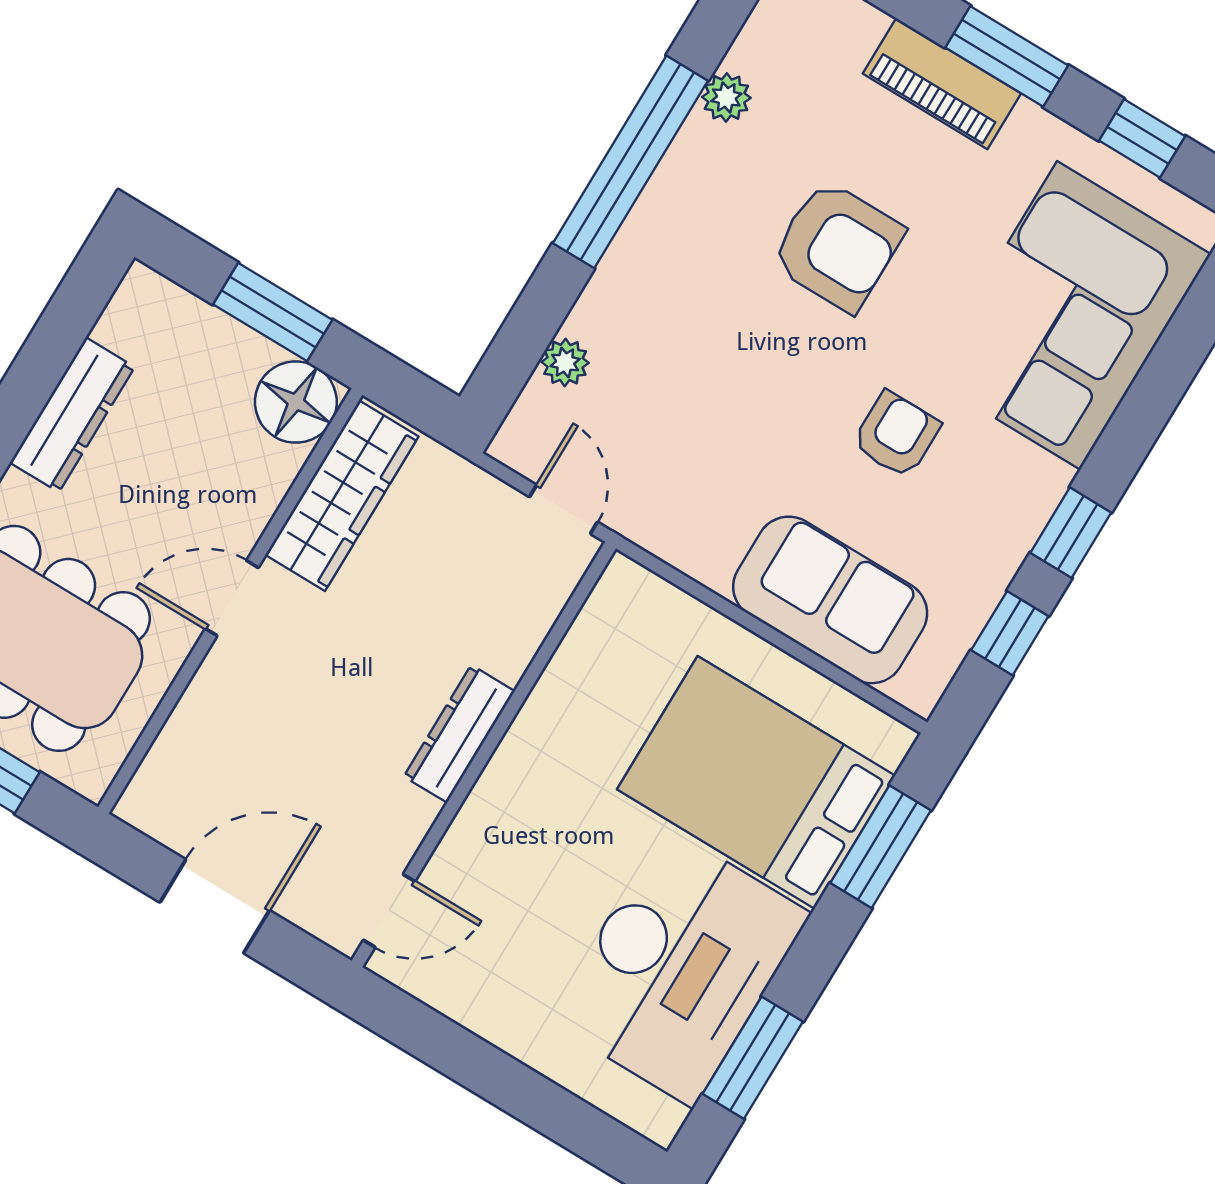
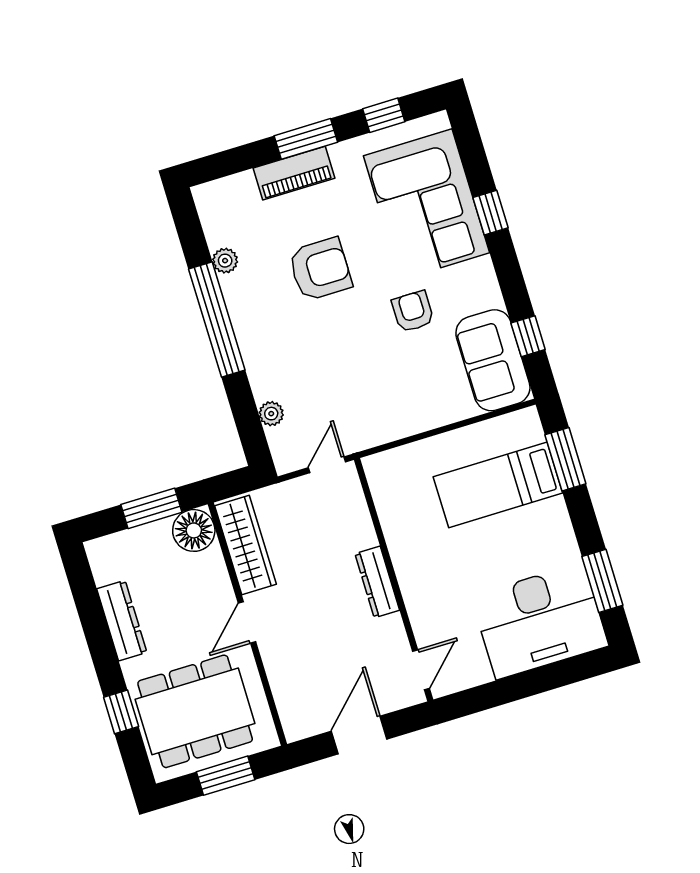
door: (564, 509) -> (327, 465), hinge flipped
window: (1071, 533) -> (491, 213), moved
sofa: (830, 600) -> (493, 360), moved, turned -90
bed: (756, 782) -> (498, 485), width x0.67
desk: (679, 967) -> (540, 621), moved, turned 90

